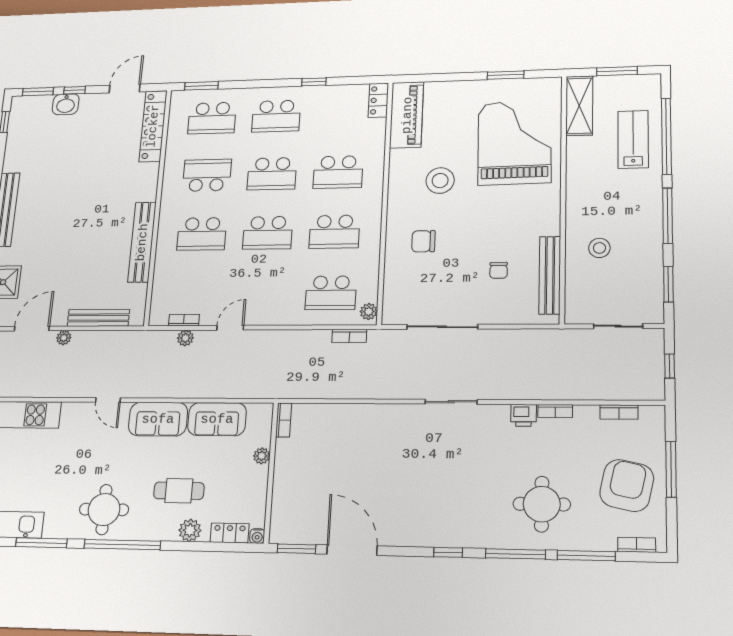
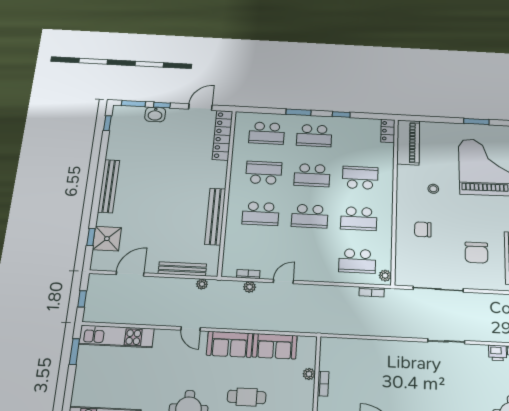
window: (201, 86) -> (299, 112), moved
school desk: (338, 172) -> (360, 178), turned 180
stool: (440, 181) -> (433, 189), width x0.53, depth x0.53
chair: (499, 270) -> (476, 253), width x1.87, depth x1.87
plant: (64, 338) -> (202, 284), moved
bookcase: (284, 420) -> (323, 384), moved

